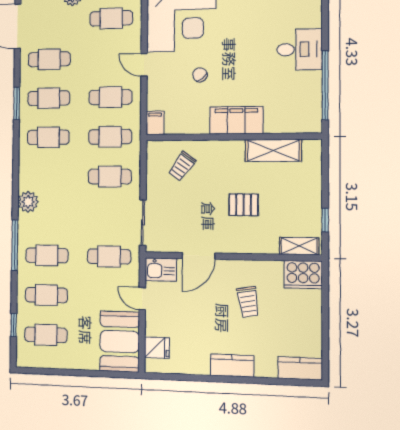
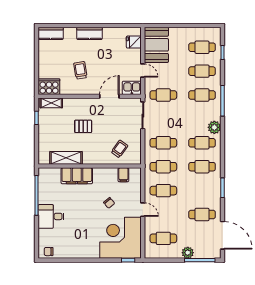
cafe table: (49, 98) -> (202, 143), moved
filing cabinet: (236, 120) -> (77, 176), moved
filing cabinet: (155, 123) -> (123, 175), moved

